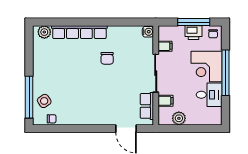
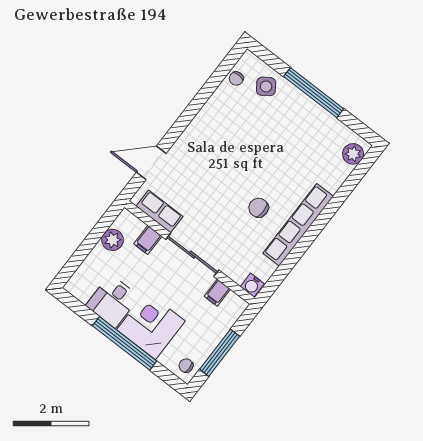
row of seats: (79, 32) -> (298, 225), moved
printer: (194, 33) -> (207, 342), removed
window: (29, 97) -> (314, 93), moved

